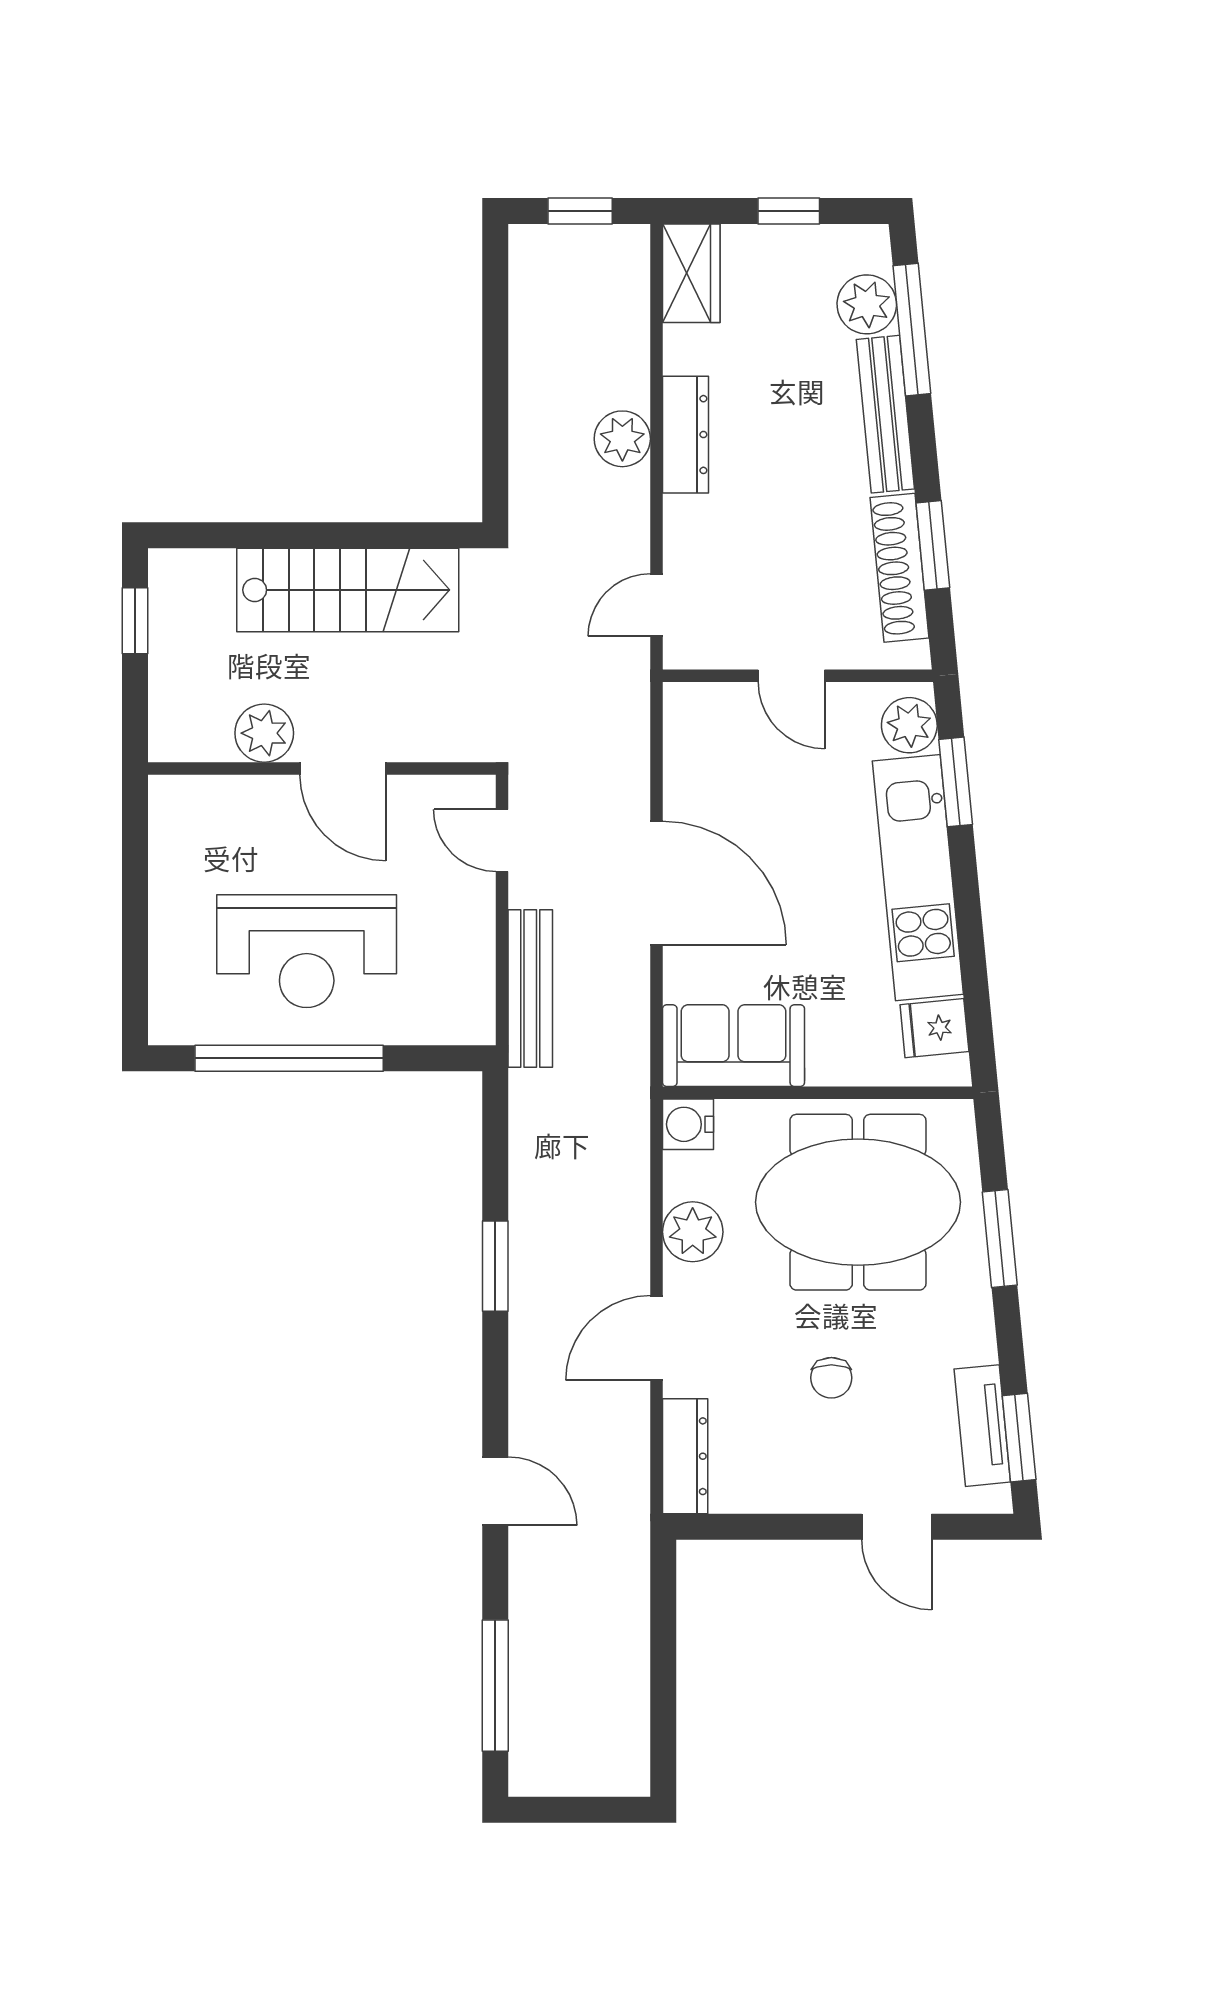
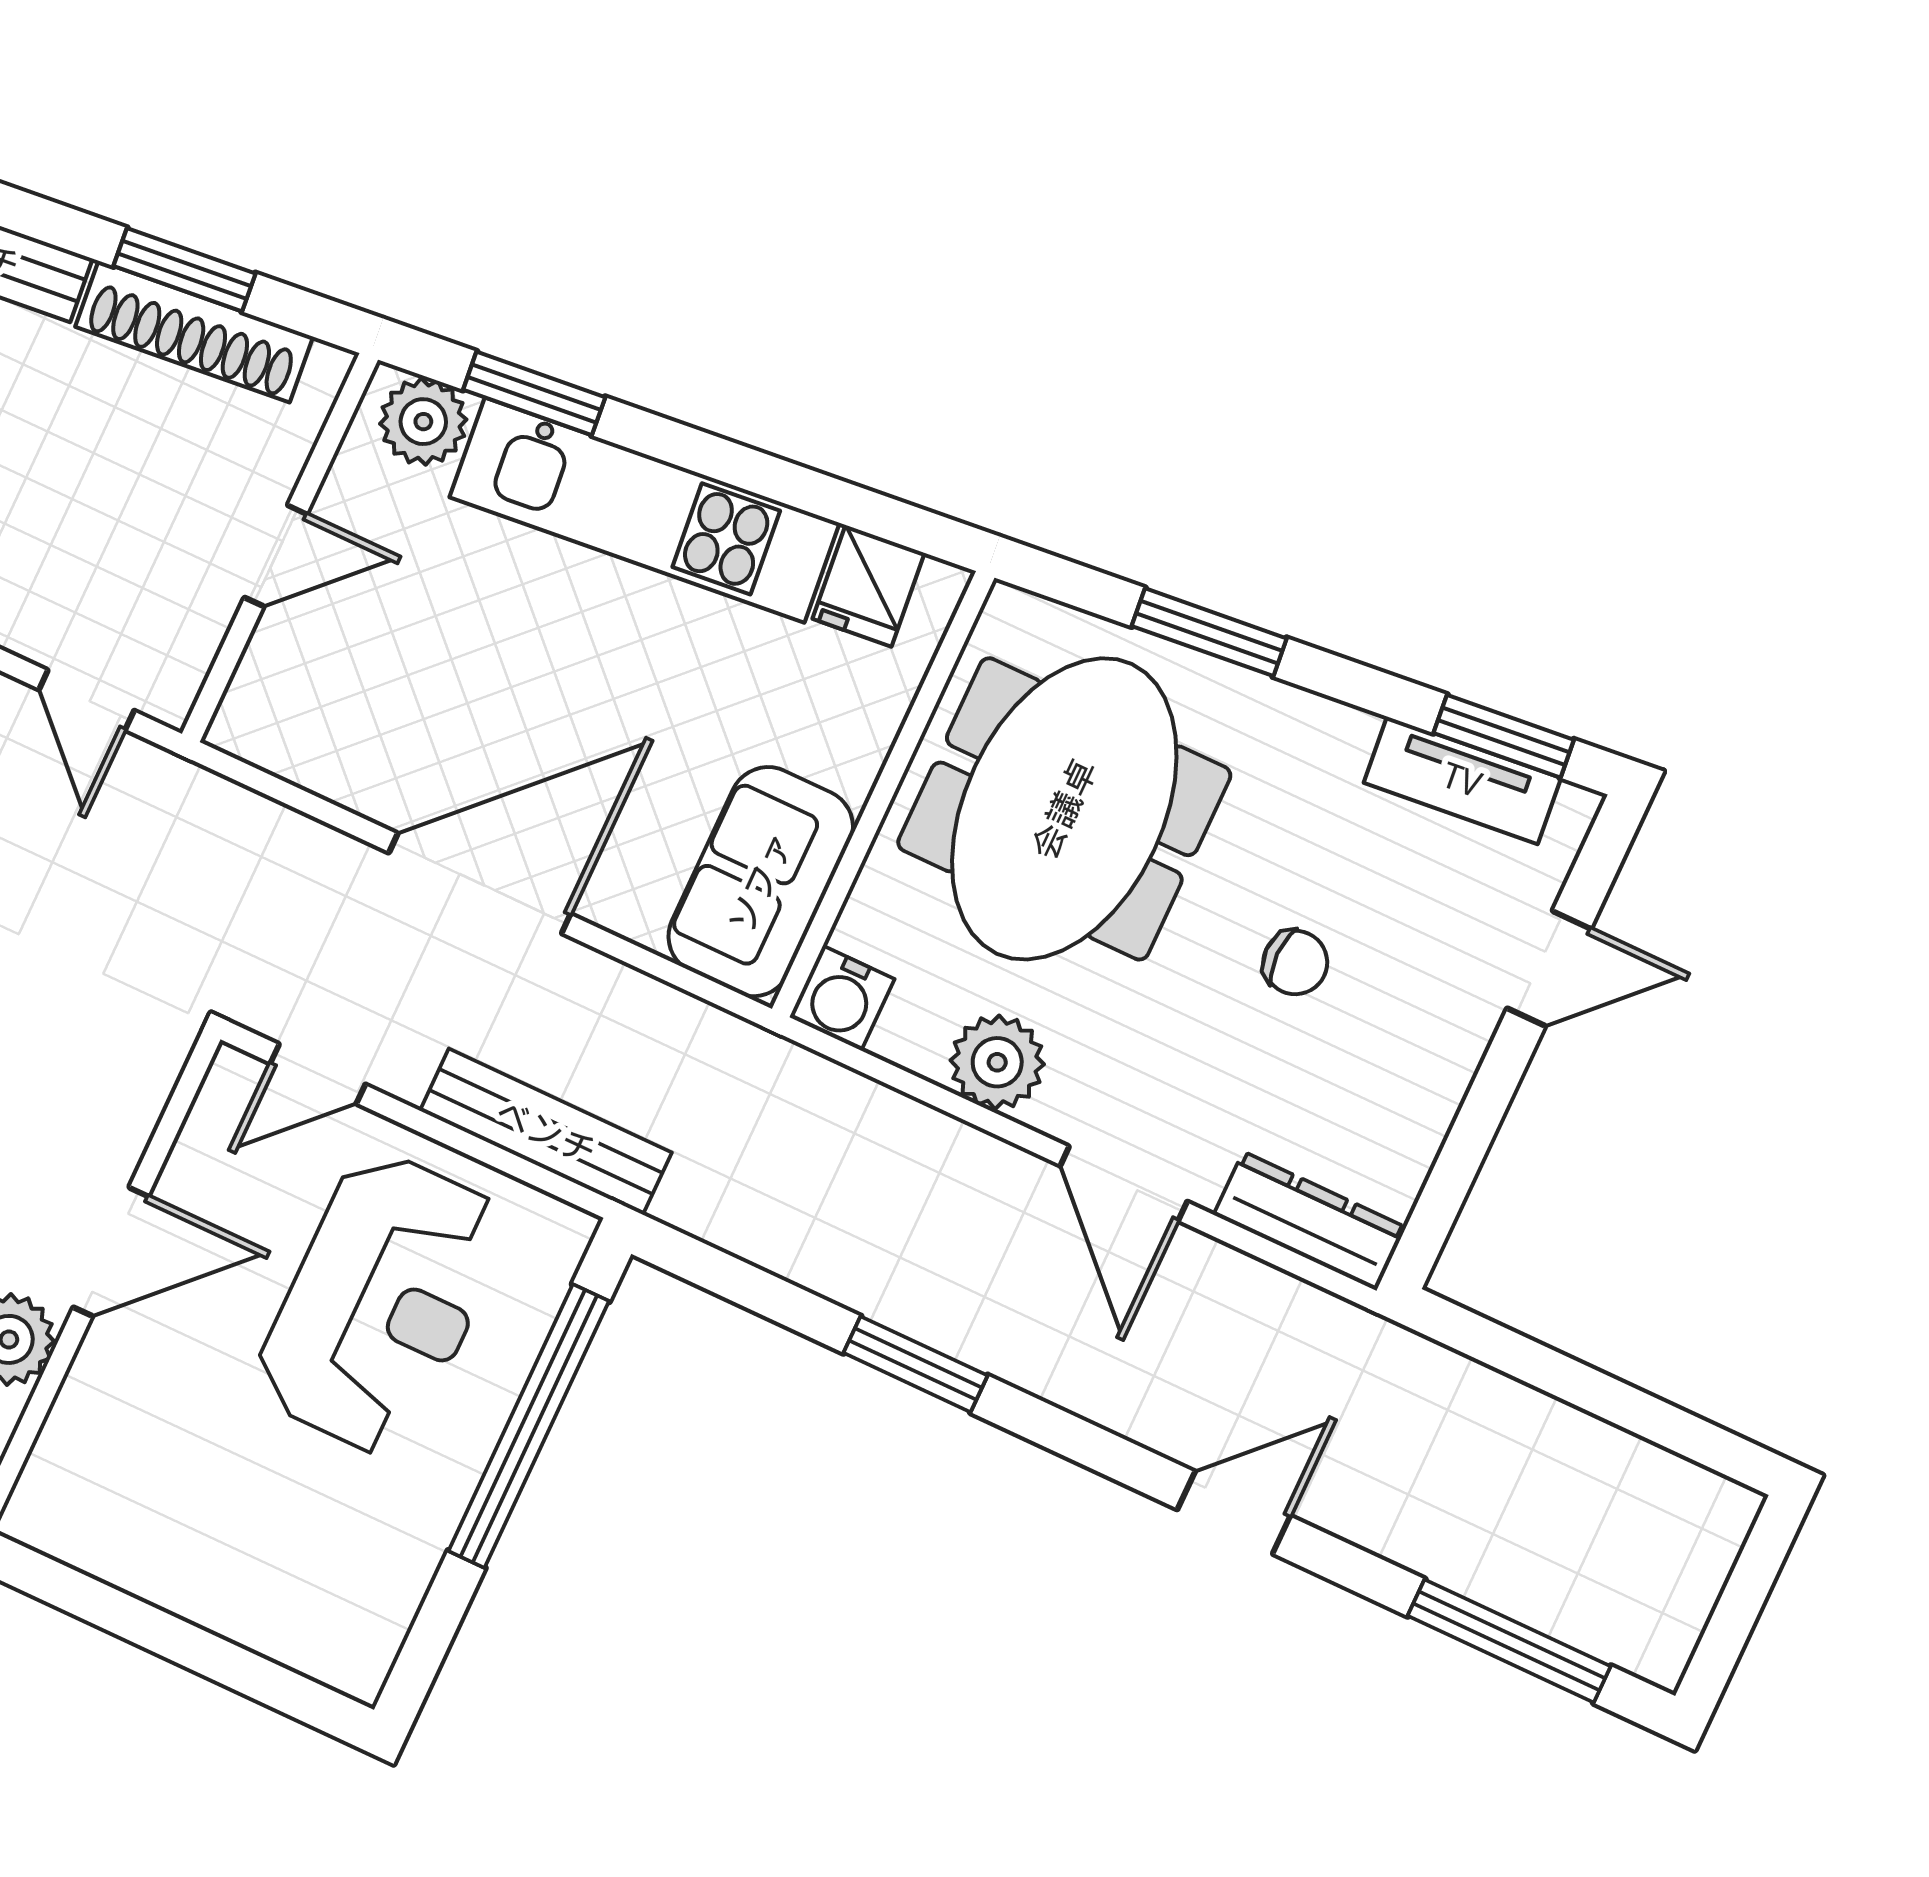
reception desk: (307, 951) -> (381, 1303), moved
window: (289, 1058) -> (529, 1426), moved

